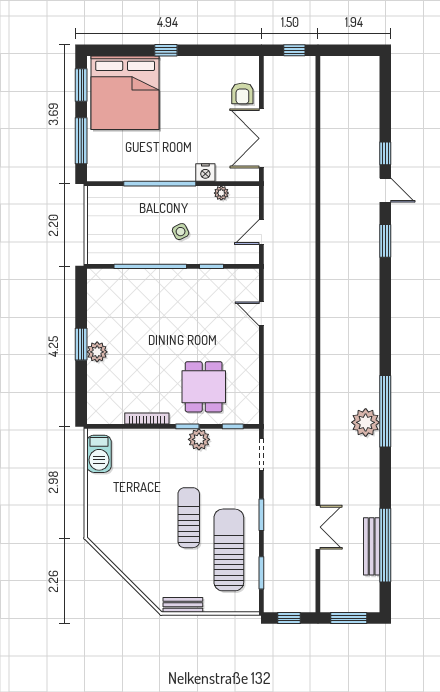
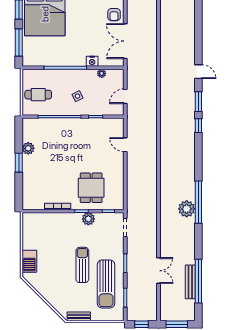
window: (385, 153) -> (198, 126), moved
cafe table: (114, 229) -> (38, 95), added
plant: (97, 352) -> (28, 148), moved
barbecue: (99, 454) -> (29, 261), moved
sun lounger: (229, 550) -> (106, 284), turned 180

